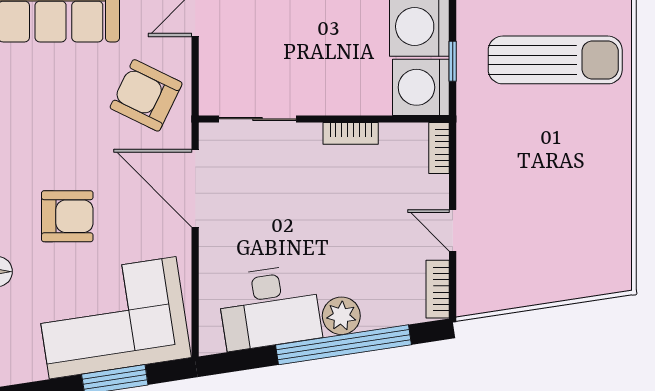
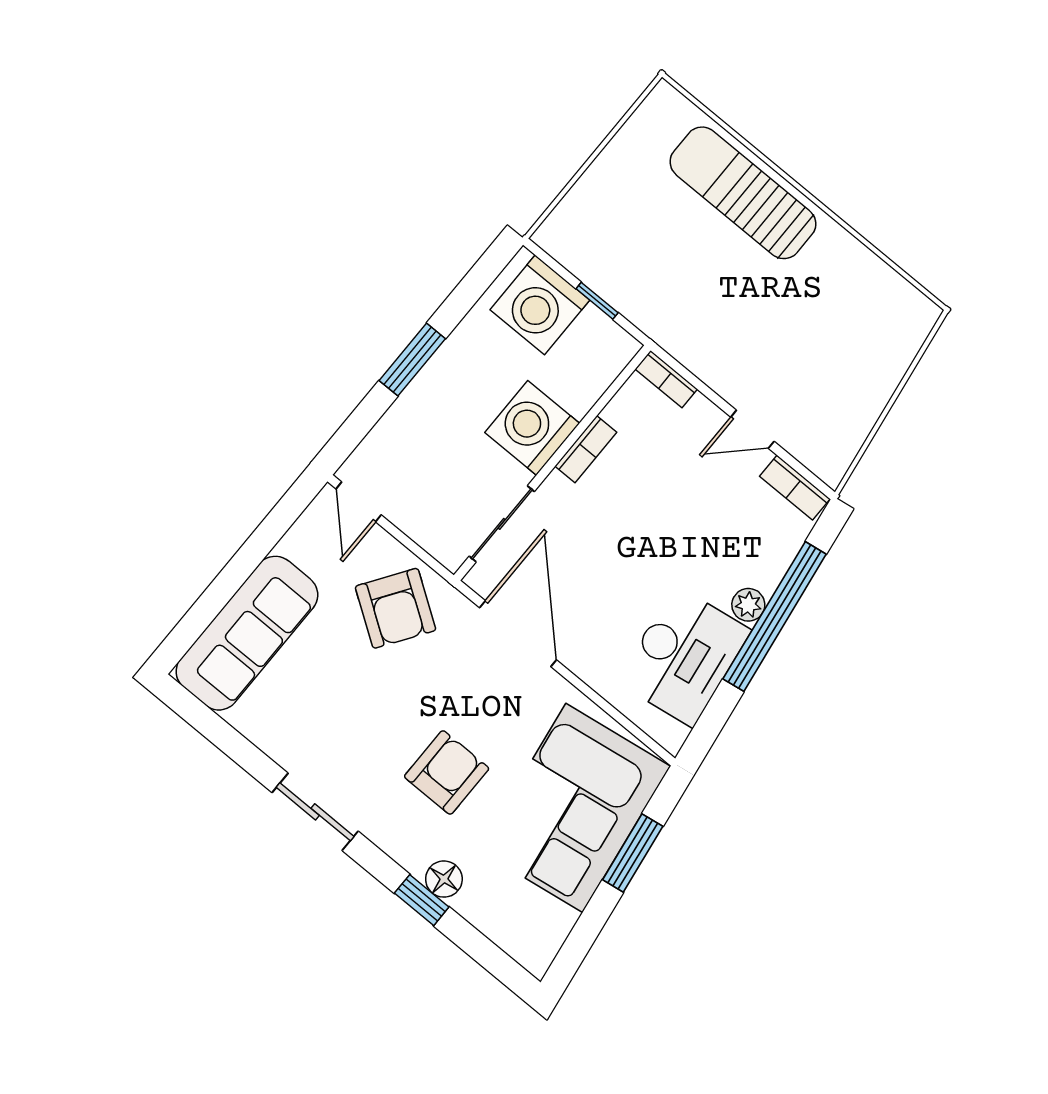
sun lounger: (555, 60) -> (743, 193), moved, turned -90
washing machine: (421, 87) -> (532, 428), moved, turned 90
armchair: (146, 95) -> (395, 608), turned -82
door: (195, 188) -> (518, 634), swing flipped
plant: (341, 316) -> (748, 605), width x0.73, depth x0.73

